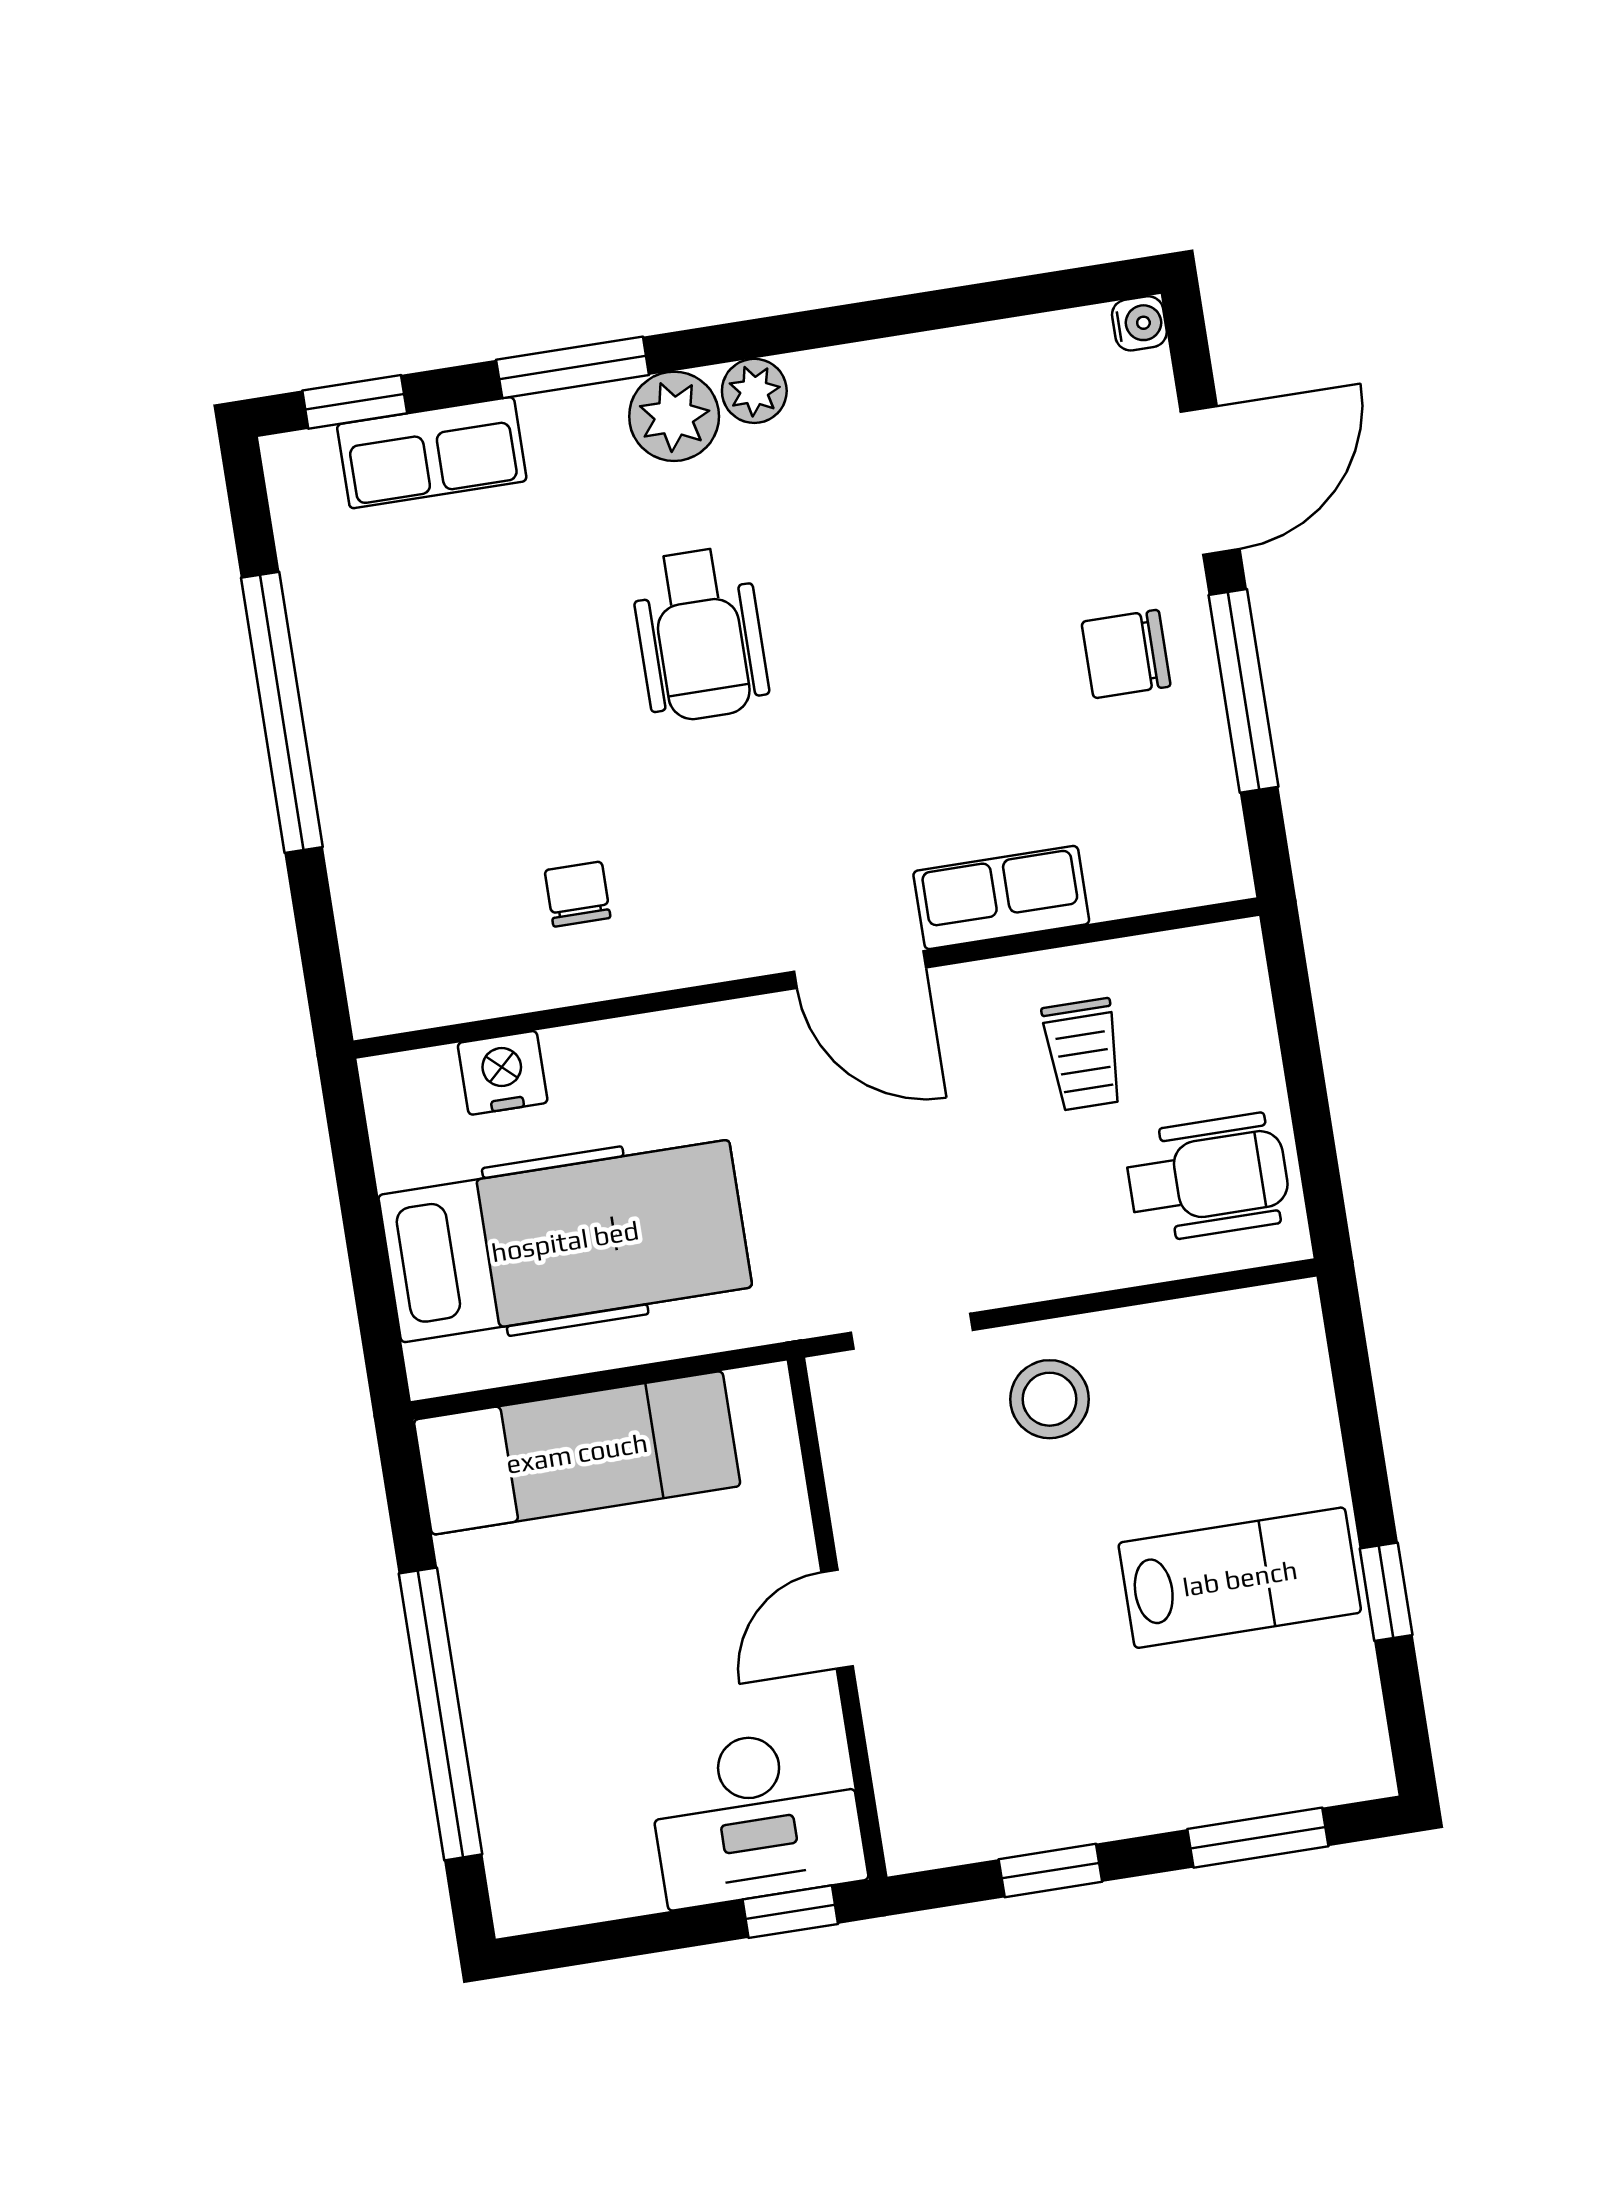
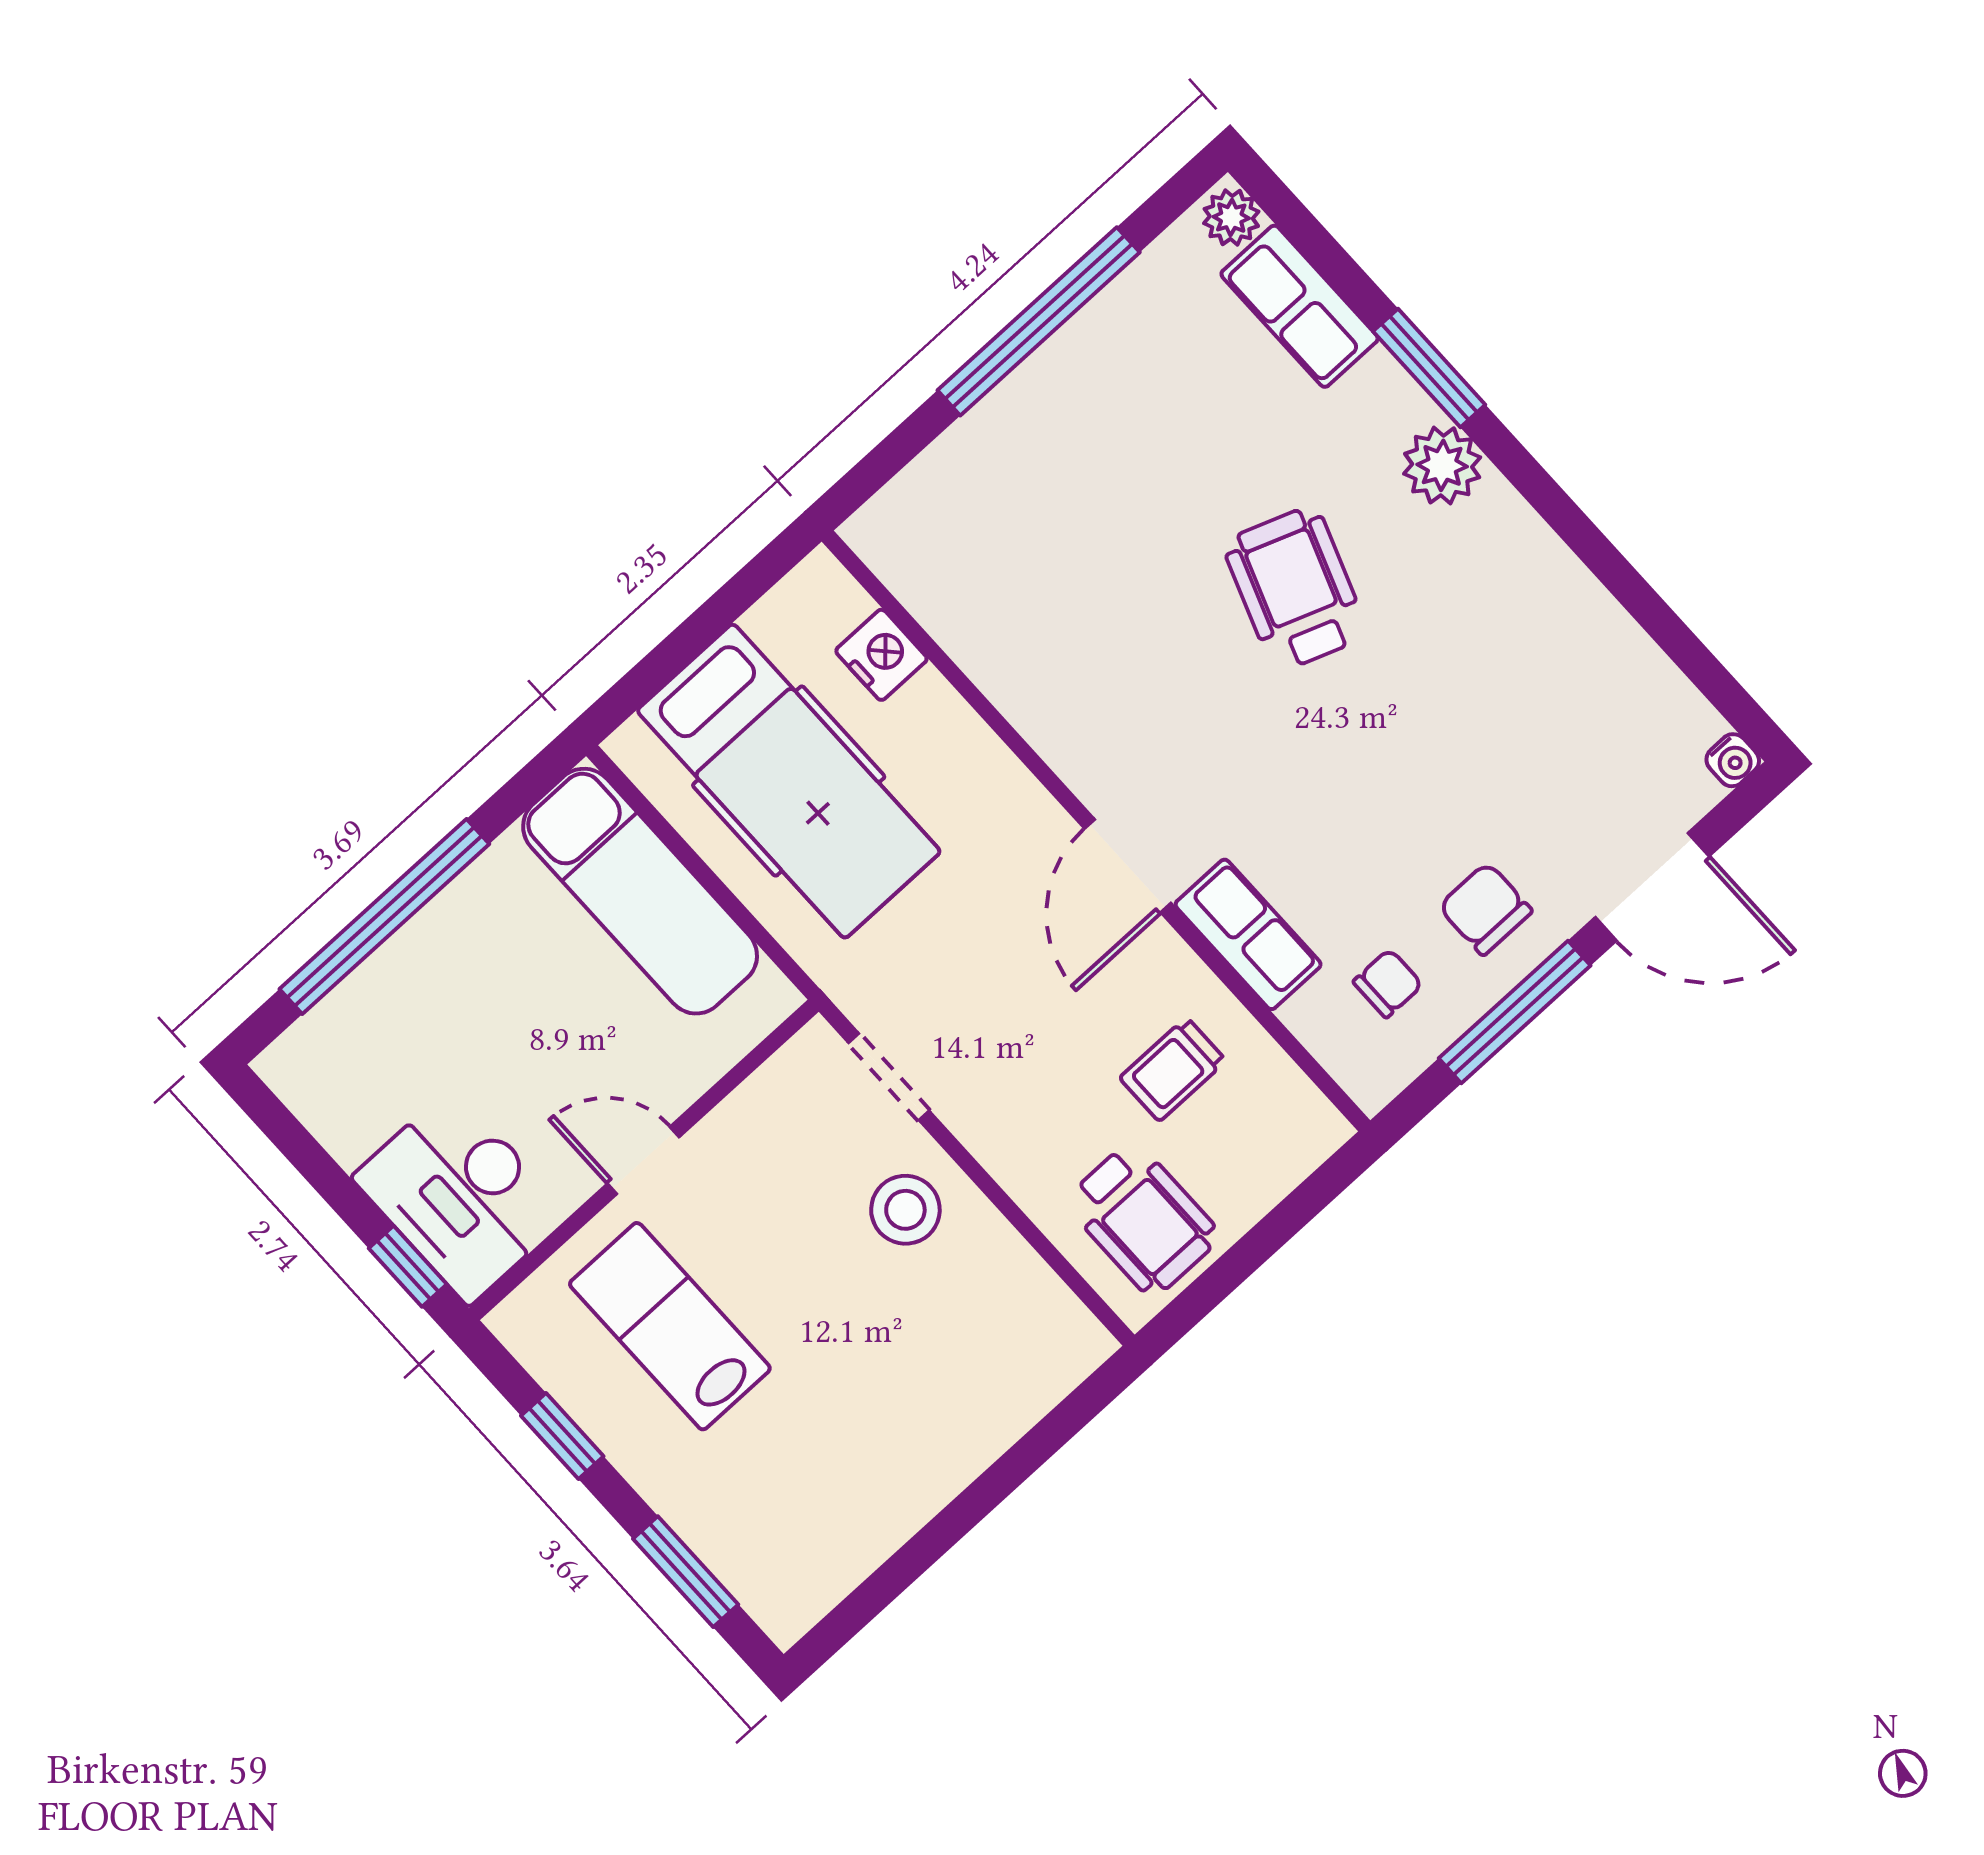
plant: (754, 391) -> (1231, 217), moved
window: (355, 402) -> (1300, 226), removed
wheelchair: (700, 635) -> (1295, 589), turned 110
chair: (578, 894) -> (1388, 983), moved
lab bench: (1240, 1578) -> (670, 1326), moved, turned 180
window: (1386, 1592) -> (926, 1547), removed

